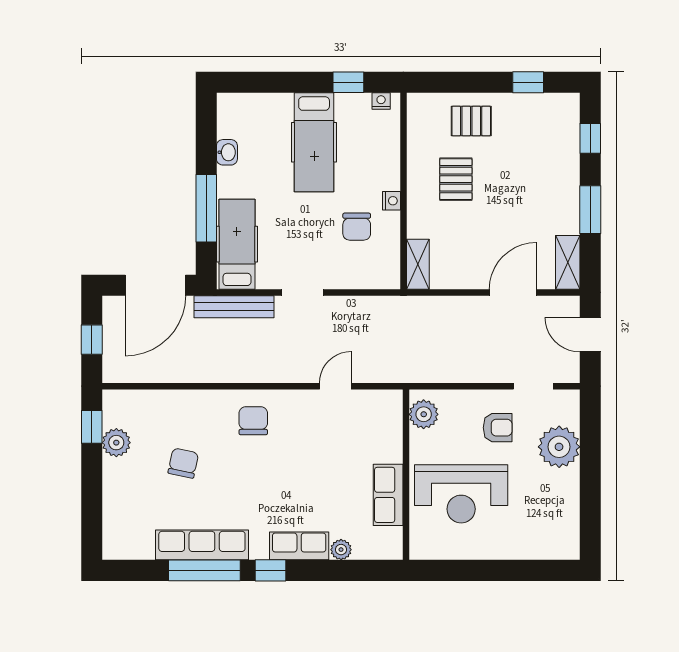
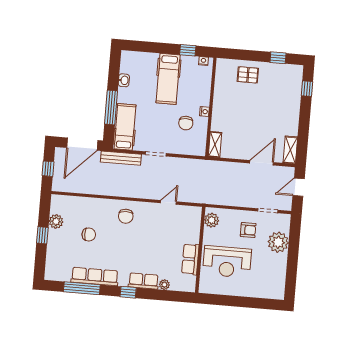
pallet: (456, 179) -> (238, 103), removed
window: (590, 210) -> (304, 124), removed
door: (590, 335) -> (299, 187), hinge flipped
chair: (253, 421) -> (126, 216), turned 180
window: (92, 427) -> (42, 235), moved
chair: (183, 463) -> (89, 235), turned 78
window: (204, 570) -> (82, 288), moved

